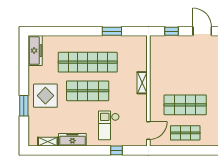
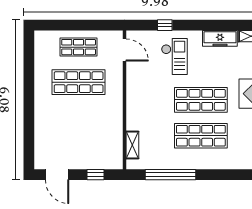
window: (112, 31) -> (170, 175), width x2.11
shop shelf: (88, 62) -> (201, 136), width x0.71
shelving: (142, 83) -> (132, 145), moved
door: (148, 131) -> (125, 50), swing flipped

